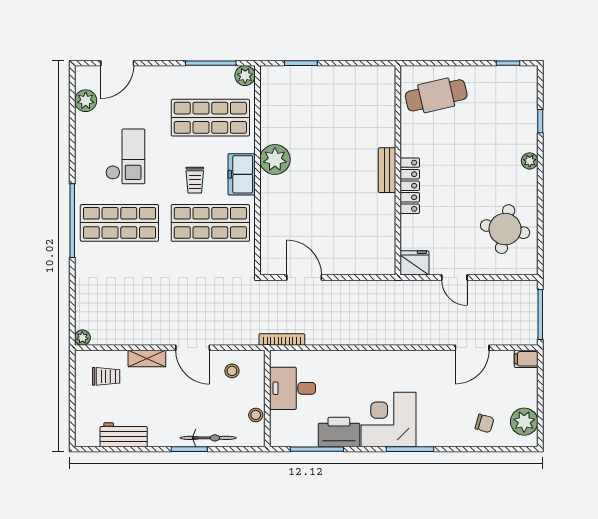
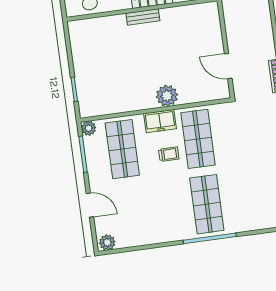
door: (117, 63) -> (90, 205), moved
plant: (86, 101) -> (107, 242), moved
checkout: (125, 156) -> (158, 206), removed
plant: (275, 159) -> (167, 96), moved
door: (304, 278) -> (228, 66), hinge flipped

